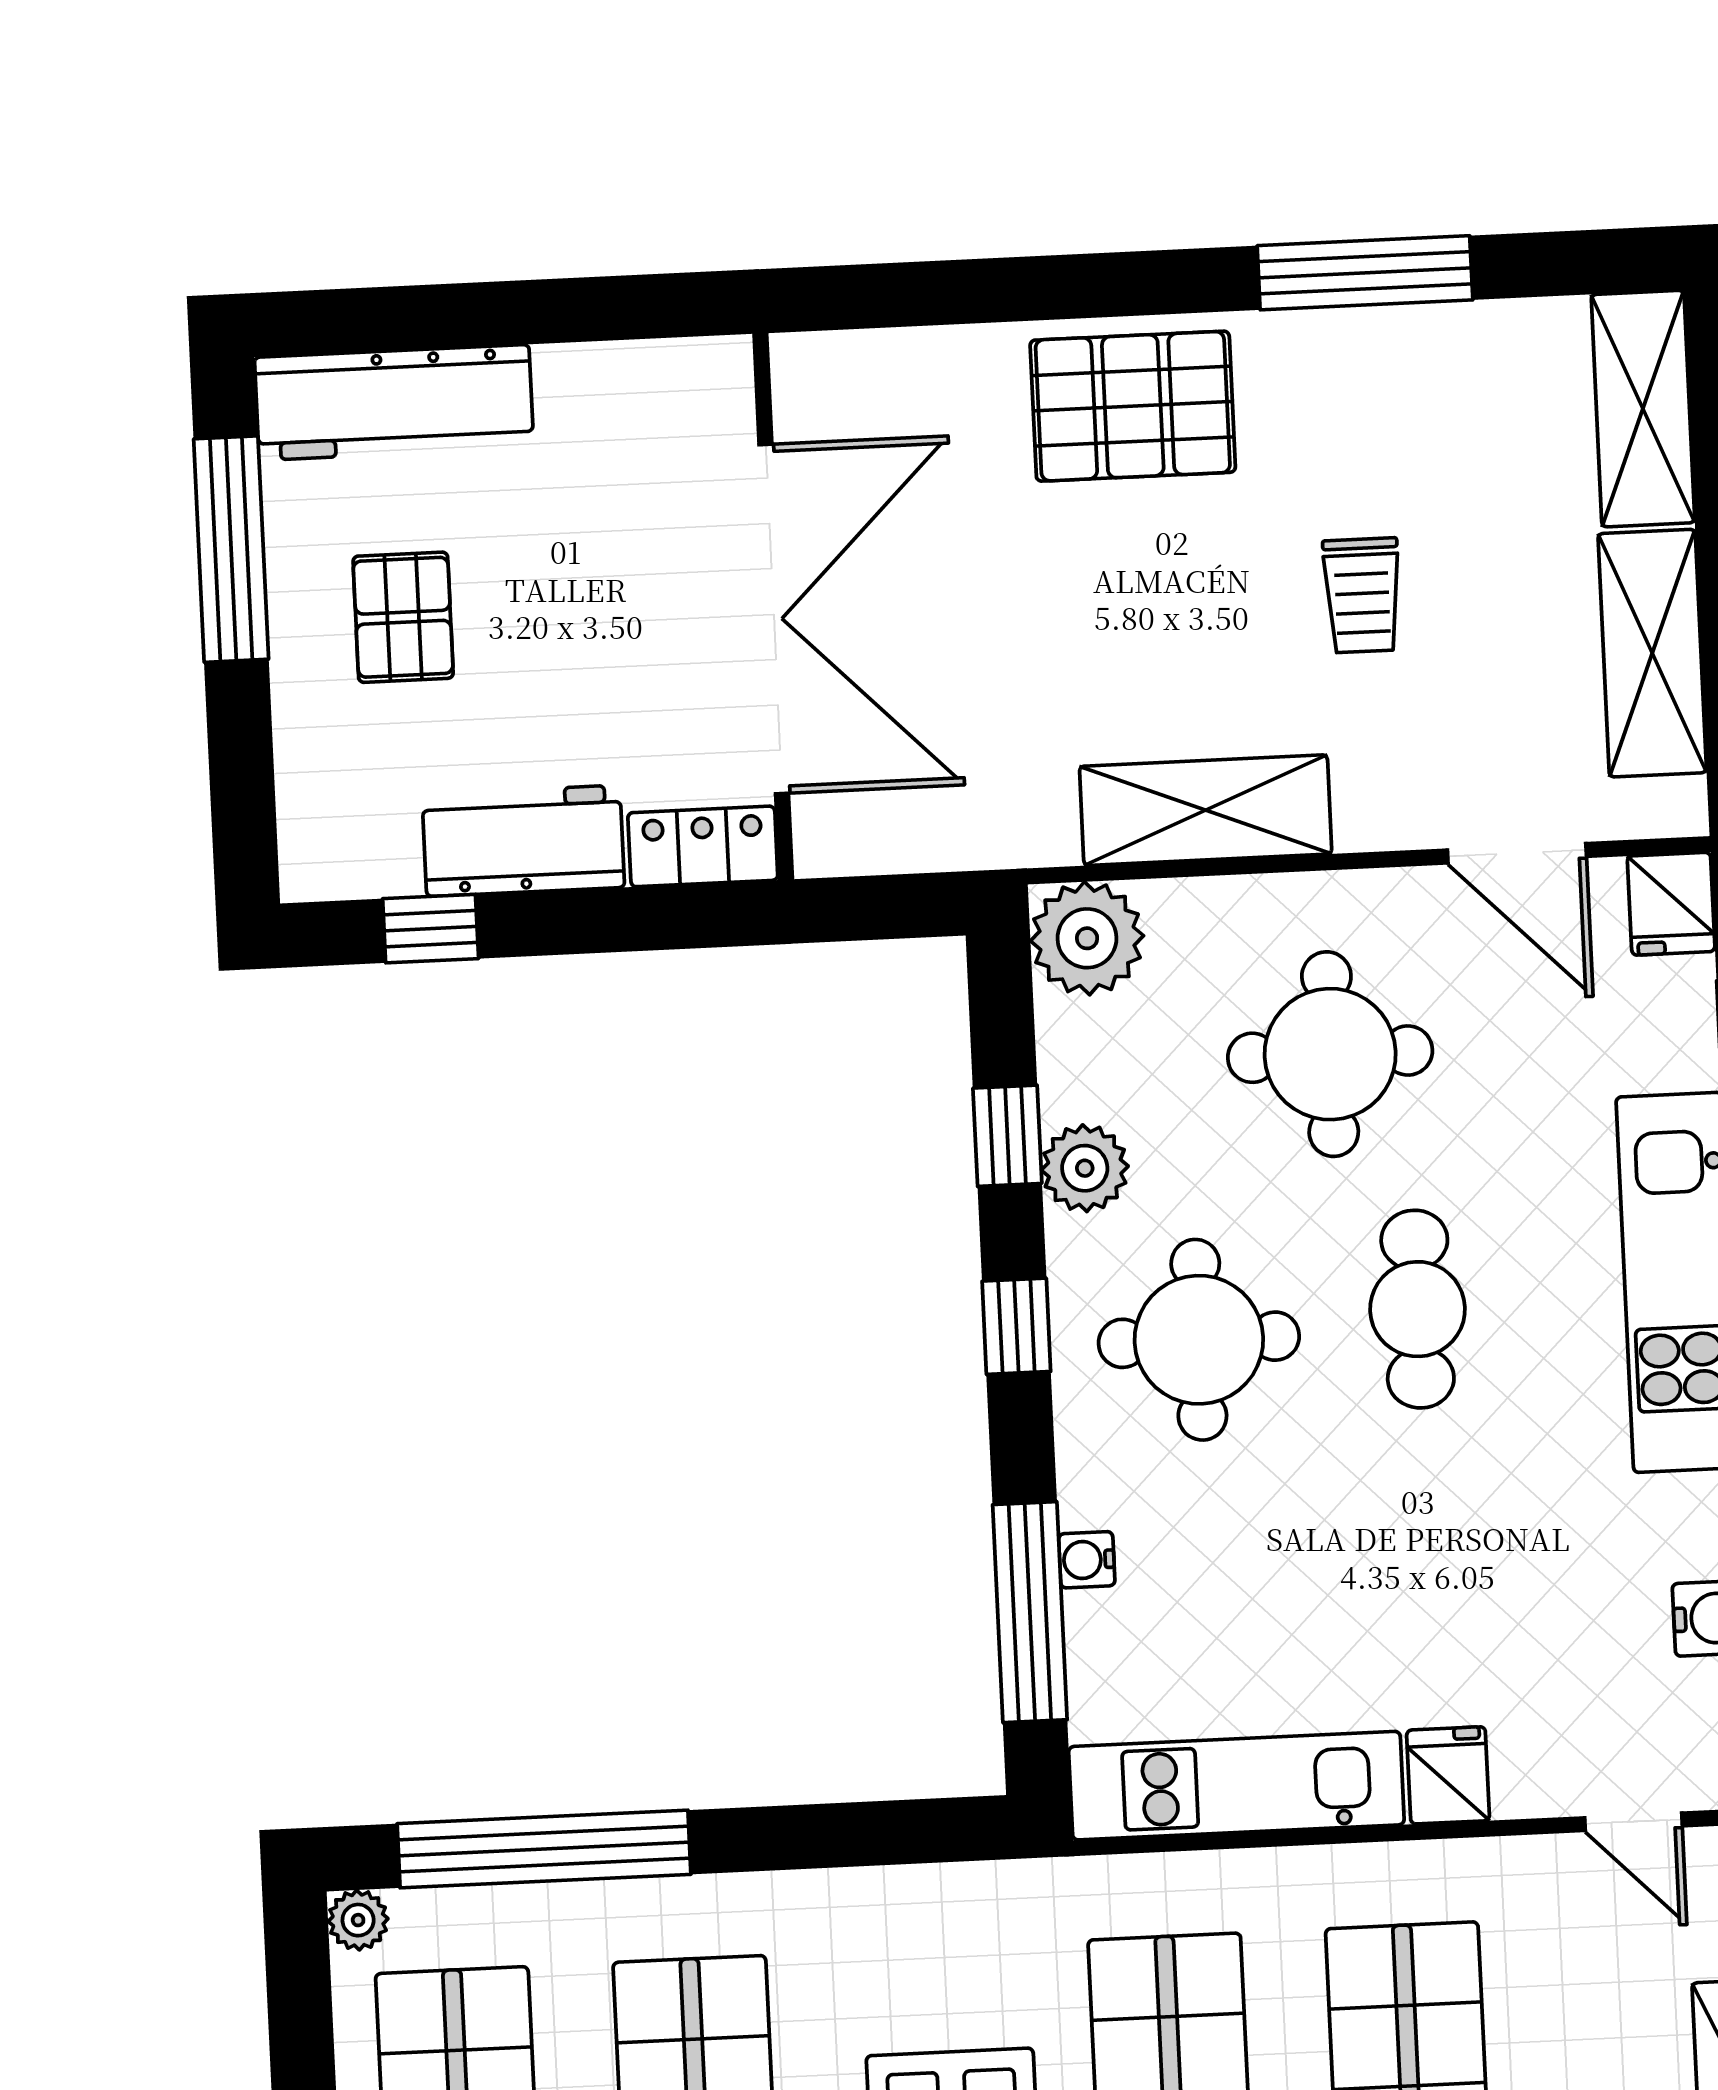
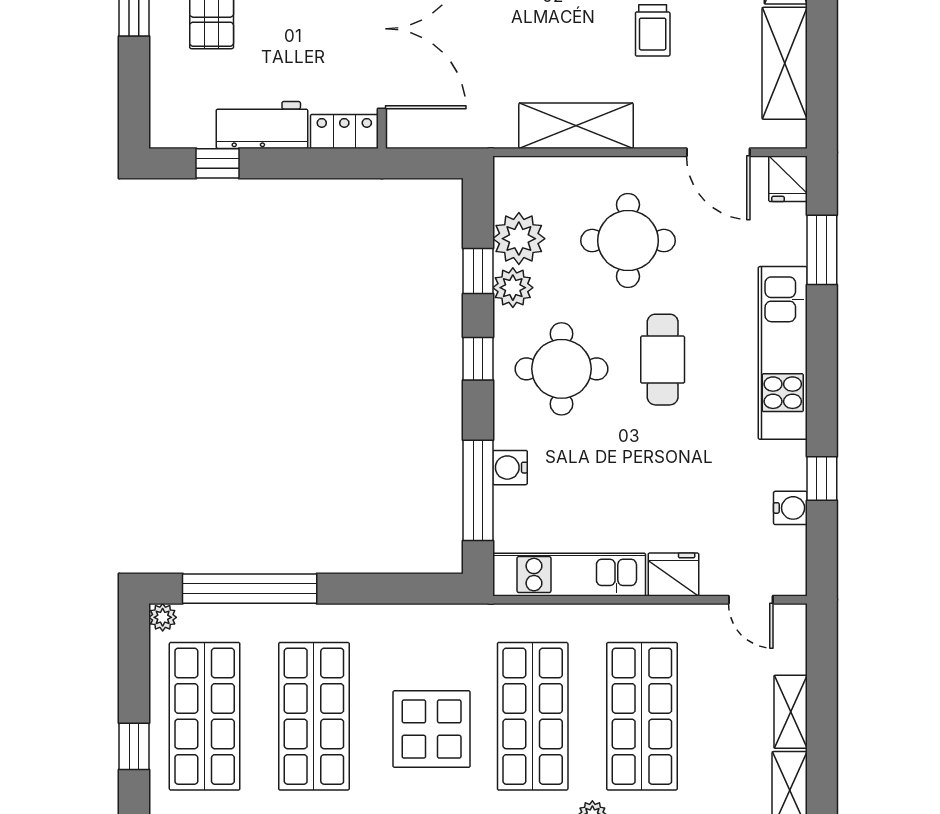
plant: (1087, 938) -> (519, 239), moved
water cooler: (1087, 1560) -> (510, 468), width x1.38, depth x1.38
fridge: (1448, 1775) -> (674, 574), width x1.38

